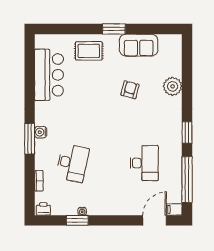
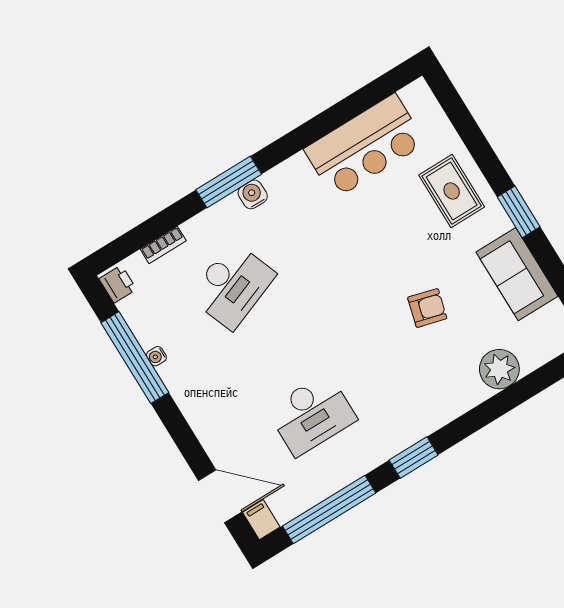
plant: (173, 86) -> (499, 369), moved
desk: (72, 163) -> (232, 285), turned -33
window: (77, 220) -> (135, 358), width x2.11

